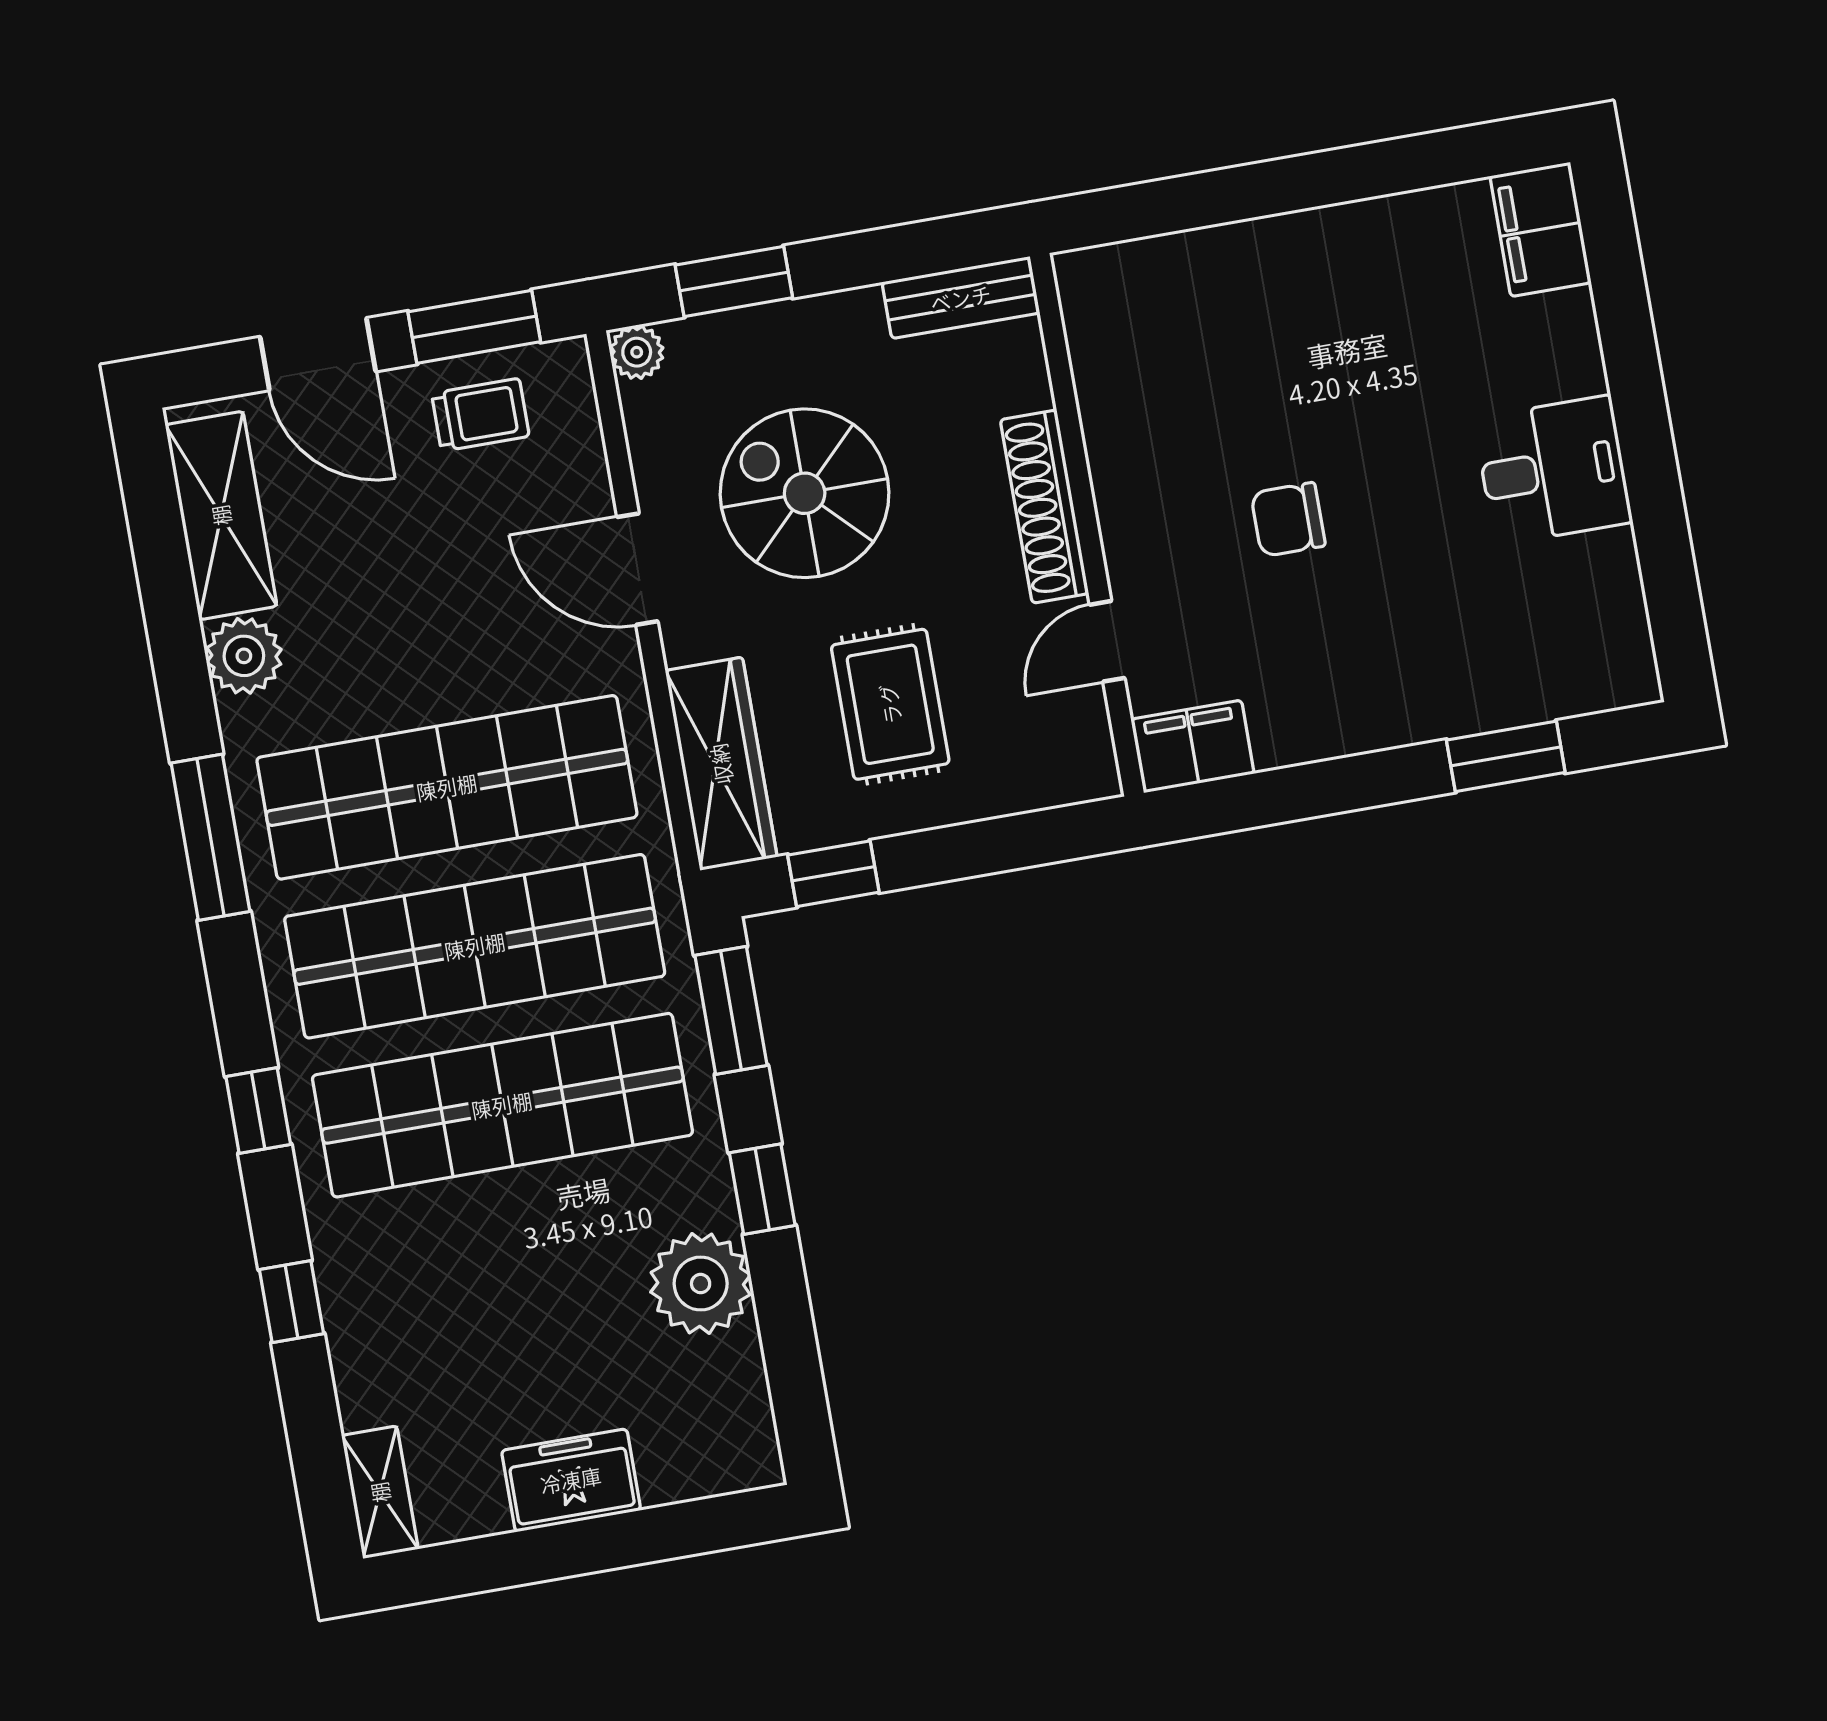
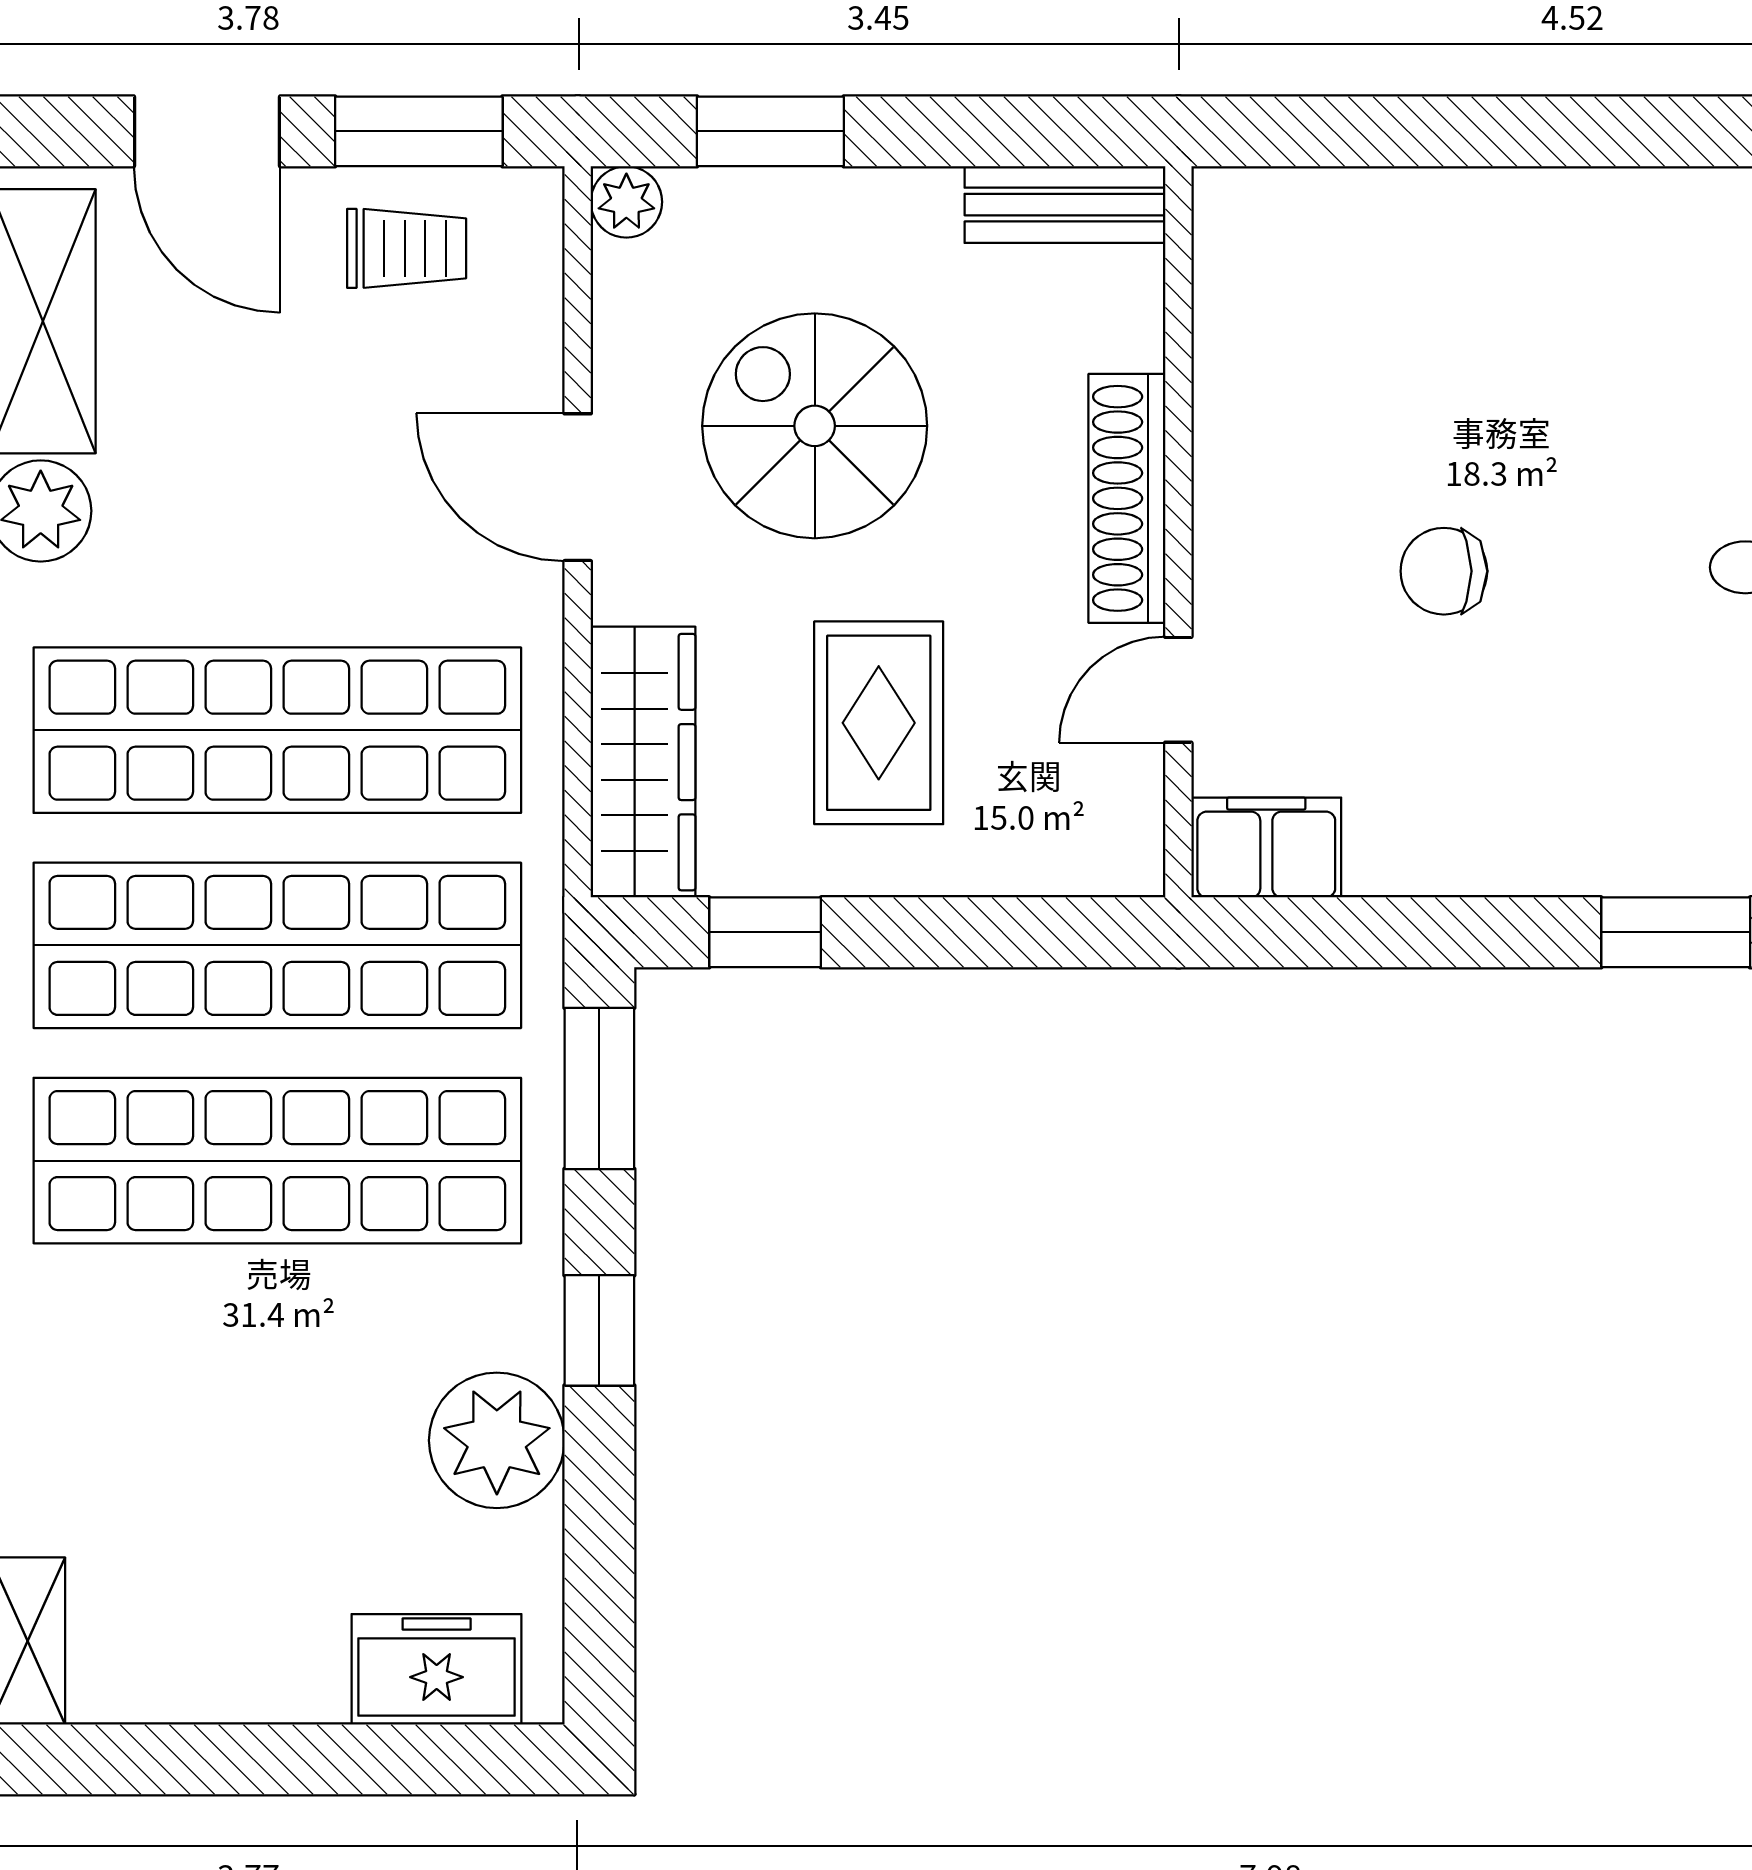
freezer: (571, 1480) -> (437, 1669), moved

